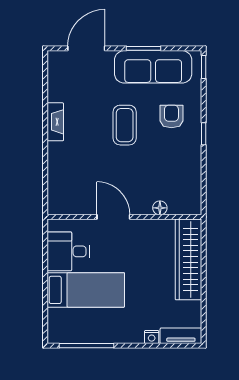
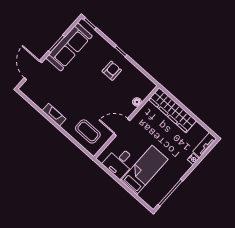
armchair: (171, 116) -> (112, 71), moved, turned 90
coffee table: (125, 125) -> (88, 131), moved

